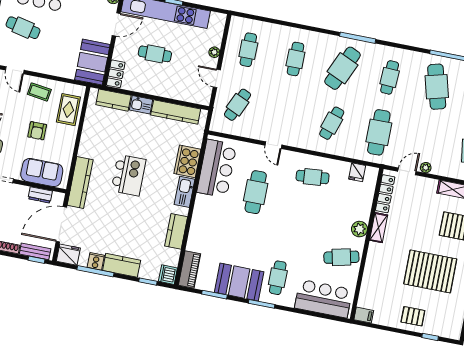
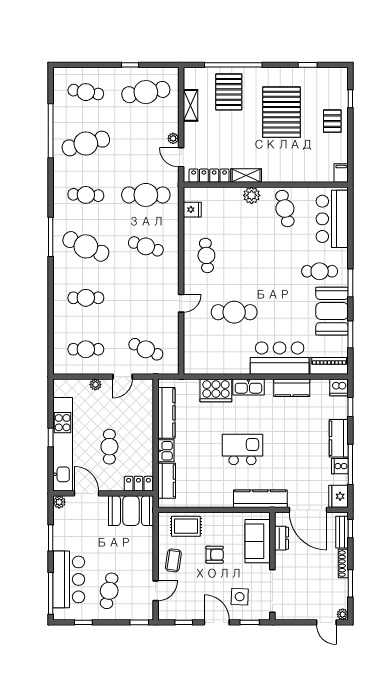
bar counter: (217, 168) -> (280, 358), moved

